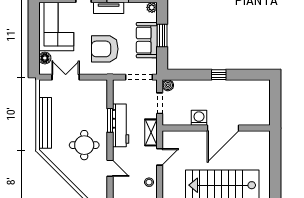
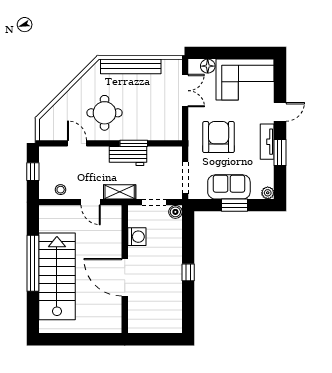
washing machine: (199, 118) -> (137, 237), moved
workbench: (121, 125) -> (128, 156), width x0.73
door: (110, 168) -> (77, 143), swing flipped

